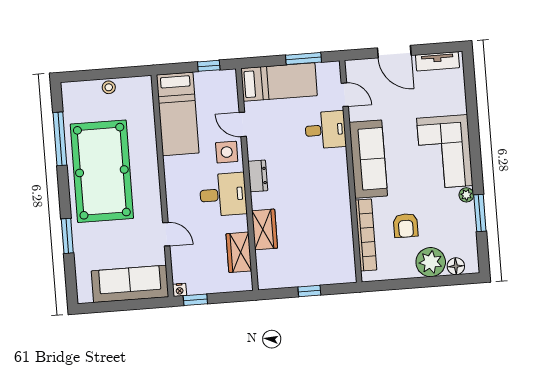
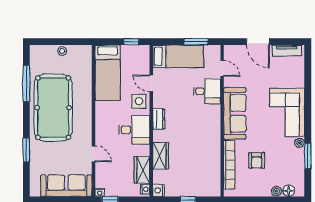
plant: (431, 262) -> (276, 191), width x0.53, depth x0.53
nightstand: (246, 280) -> (145, 189), added
nightstand: (265, 280) -> (159, 190), added

